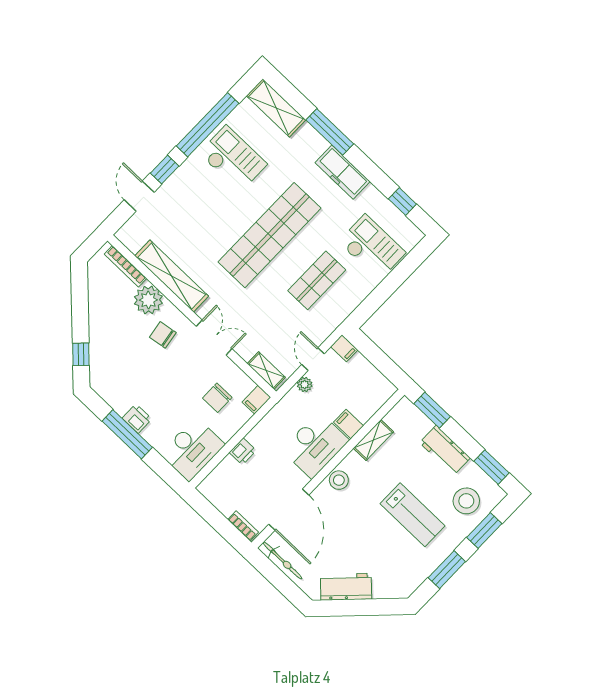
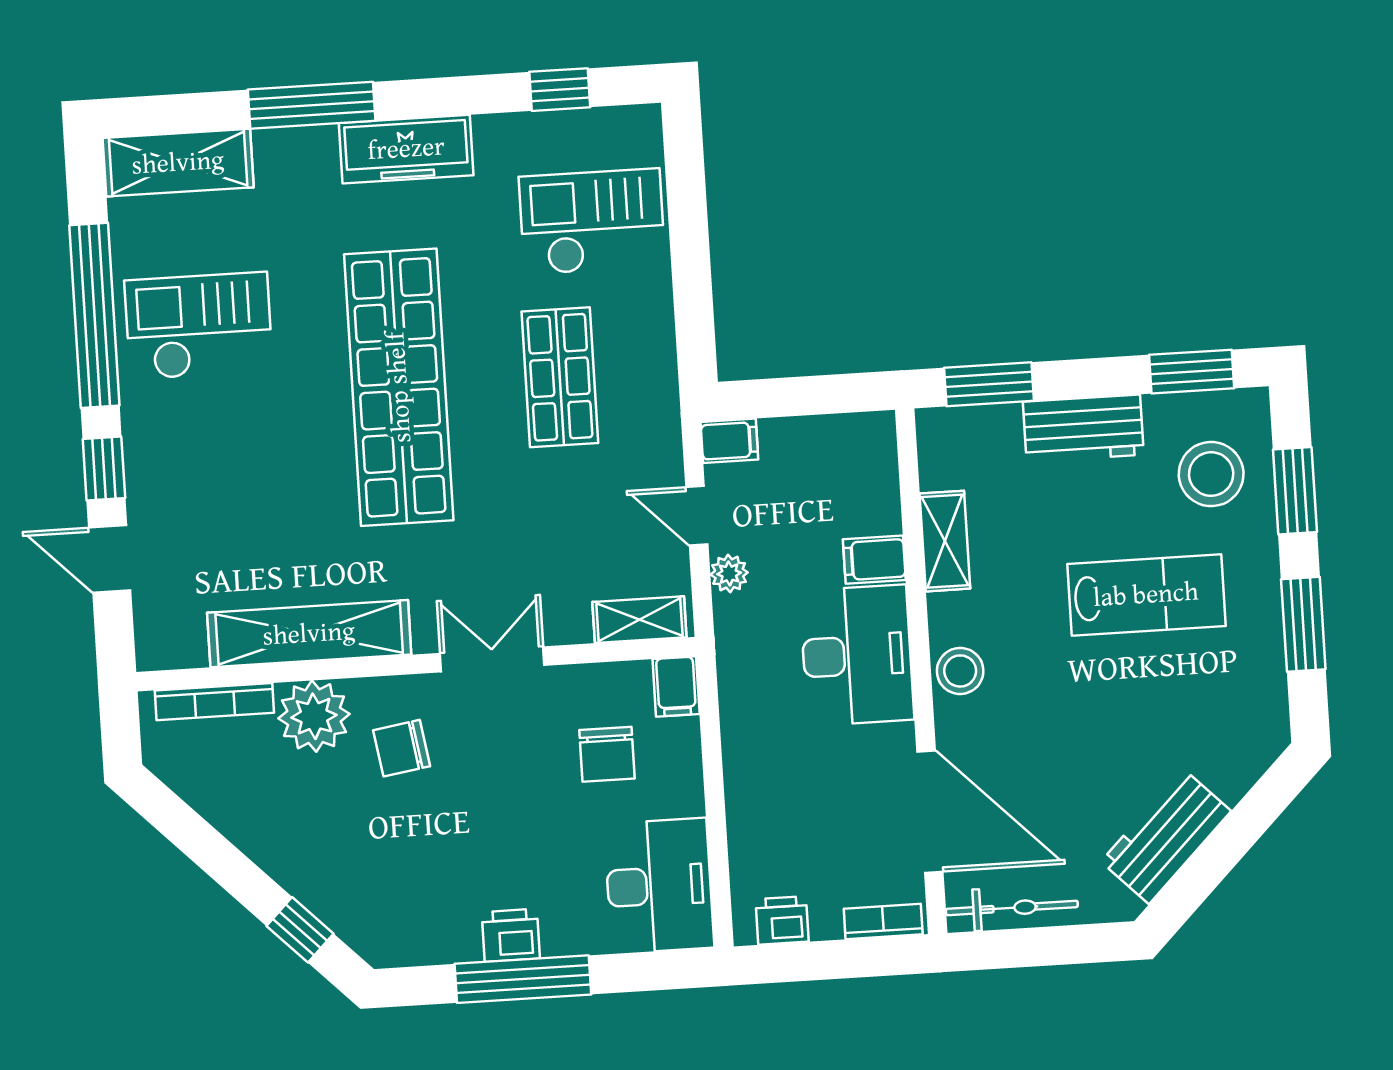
printer: (243, 451) -> (782, 920), moved, turned -90

